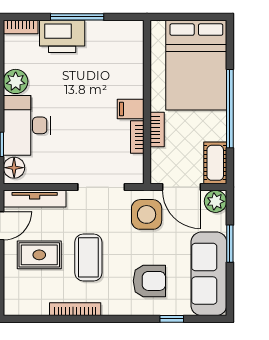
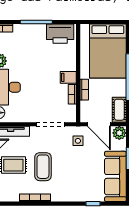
printer: (62, 36) -> (60, 34), moved
side table: (147, 214) -> (78, 141), width x0.54, depth x0.54
armchair: (149, 281) -> (80, 181), removed

